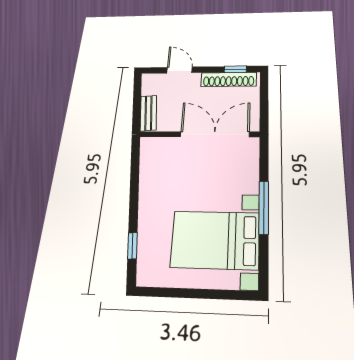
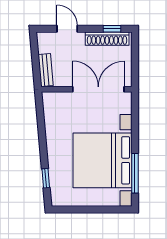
window: (264, 207) -> (135, 173), moved
bed with nightstands: (215, 240) -> (102, 160), width x1.36

